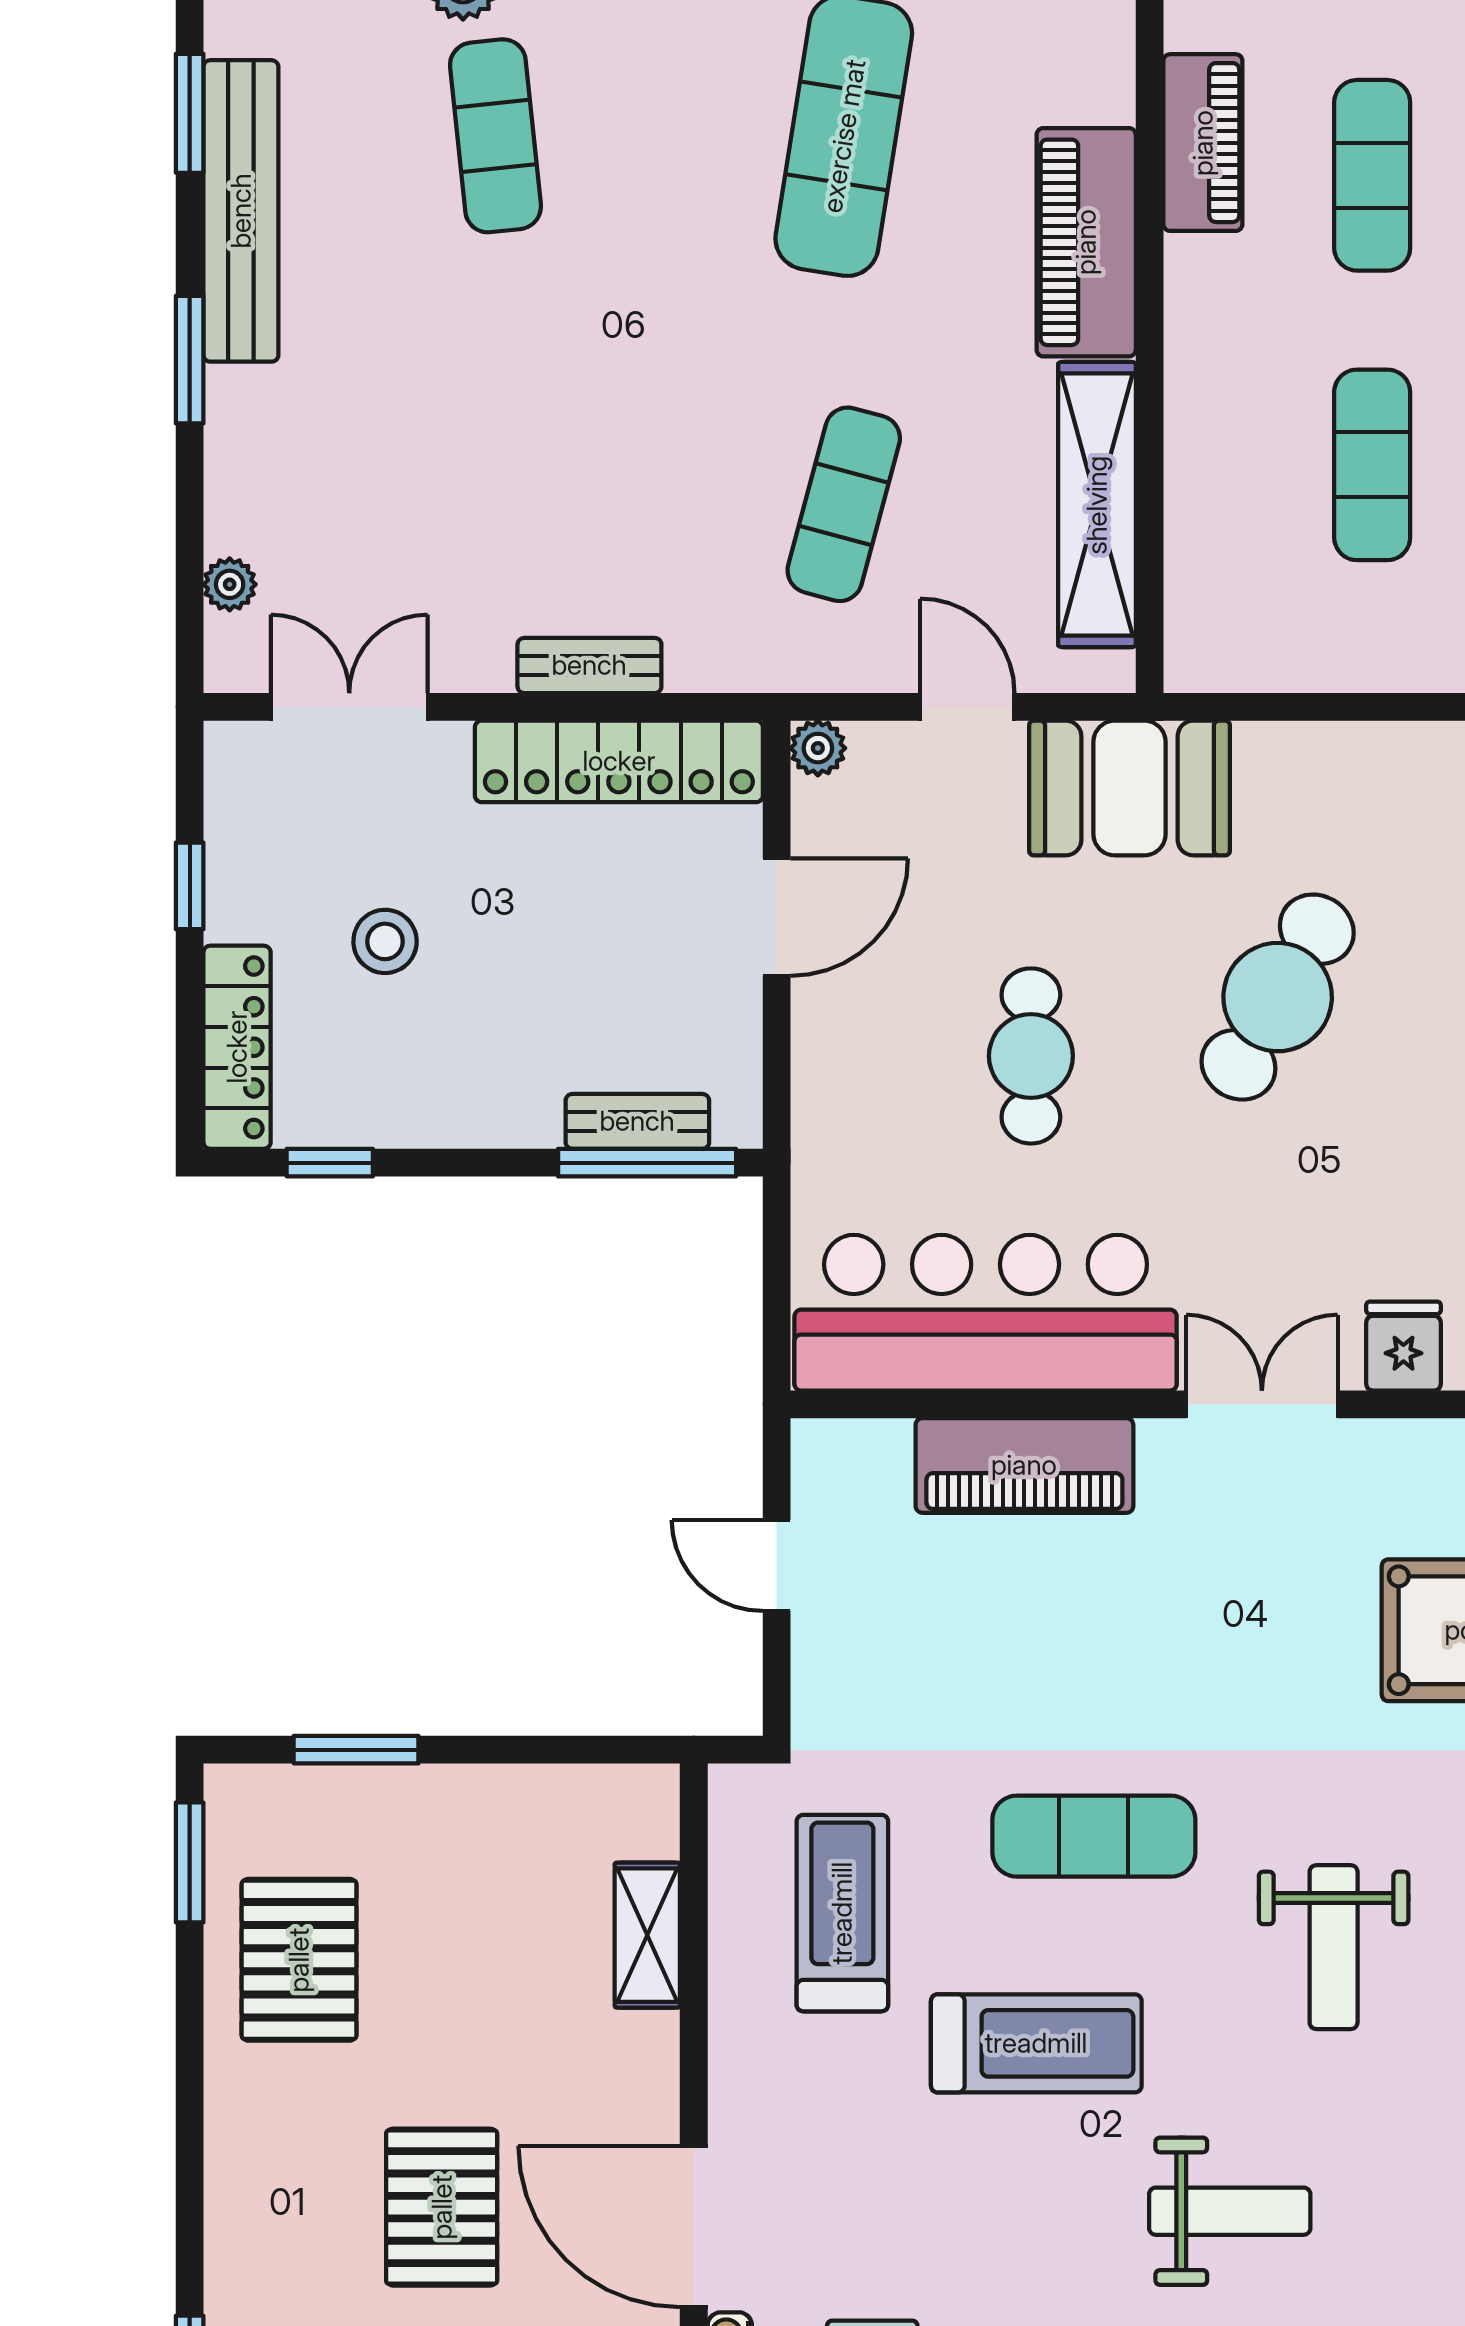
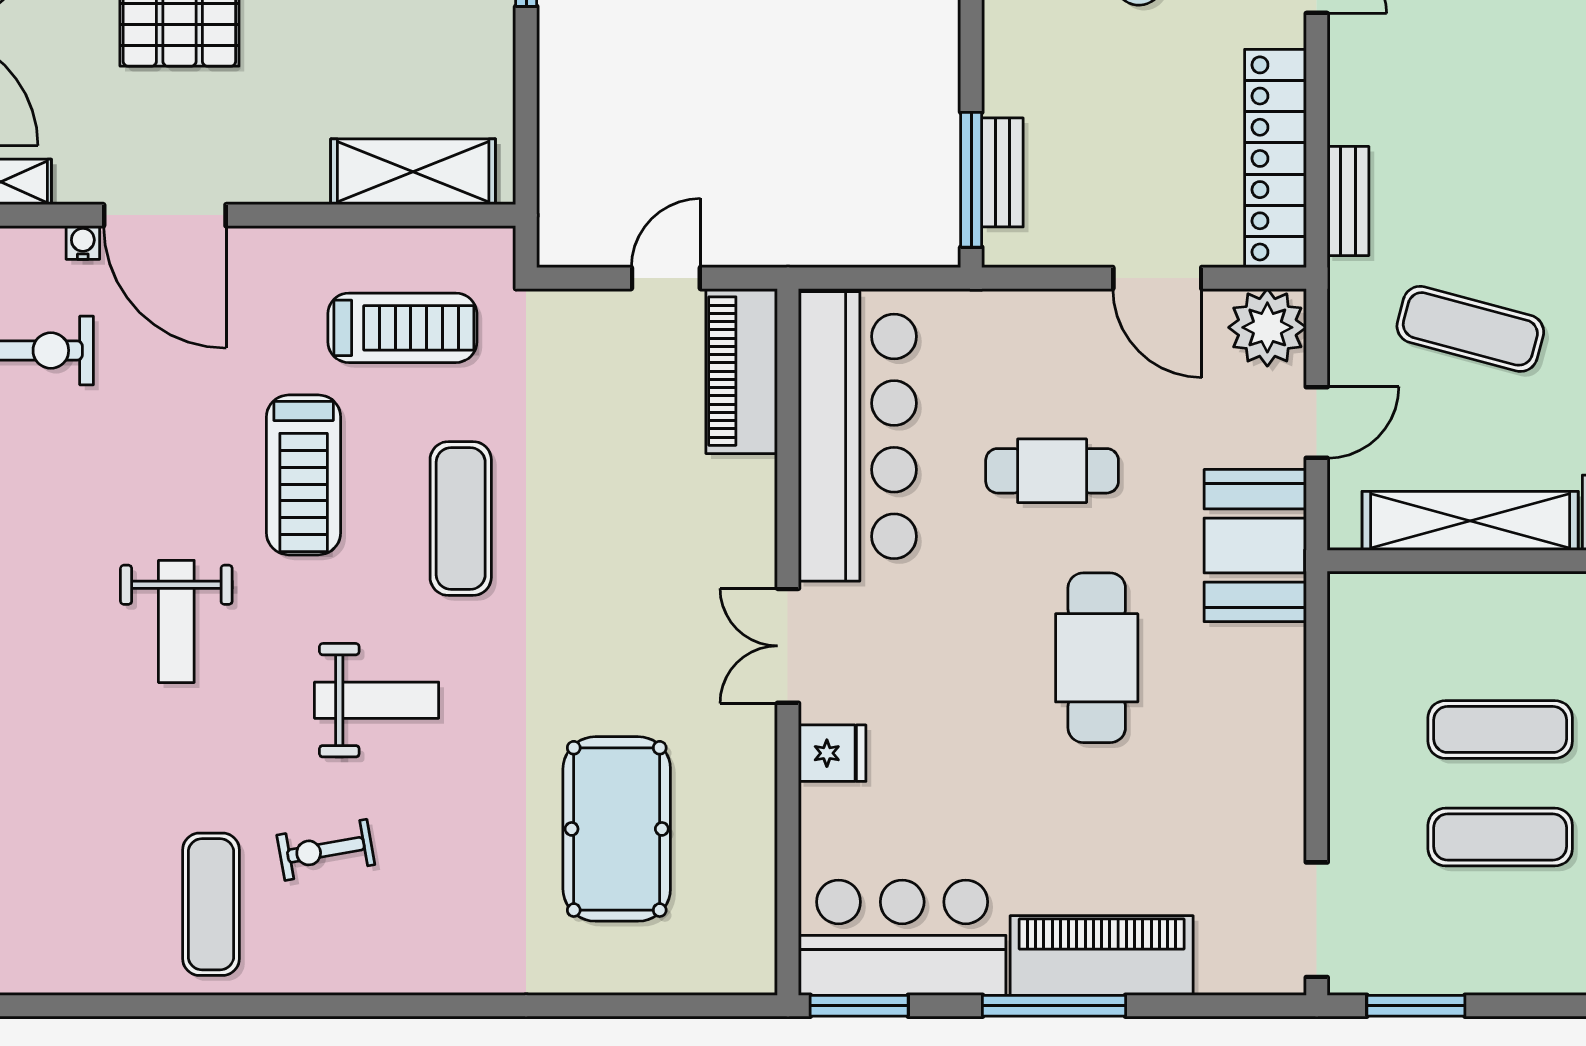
bench: (589, 665) -> (1348, 201), moved
plant: (818, 748) -> (1267, 327), width x1.88, depth x1.88
cafe table: (1278, 997) -> (1097, 658), turned 60
double door: (1262, 1404) -> (788, 646), swing flipped
piano: (1024, 1465) -> (742, 371), moved
shelving: (647, 1935) -> (413, 172), width x1.50, depth x1.33
weight bench: (1334, 1947) -> (377, 700), turned 180
door: (694, 2226) -> (165, 215), swing flipped

